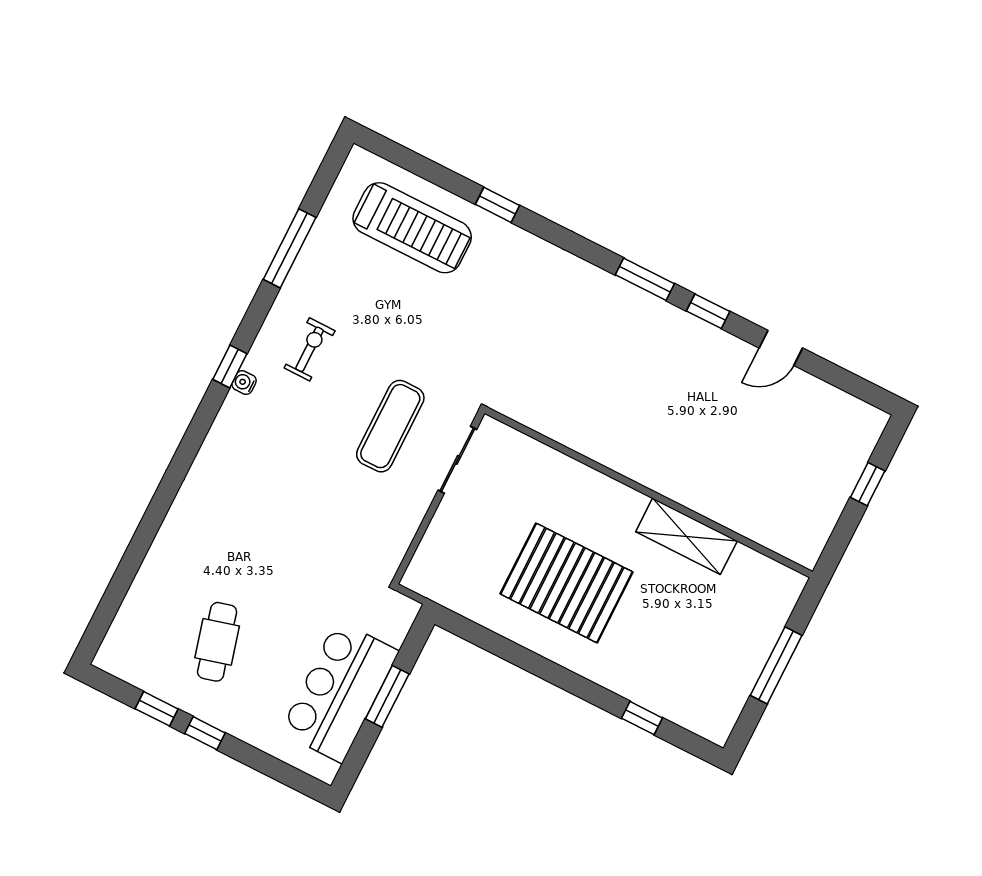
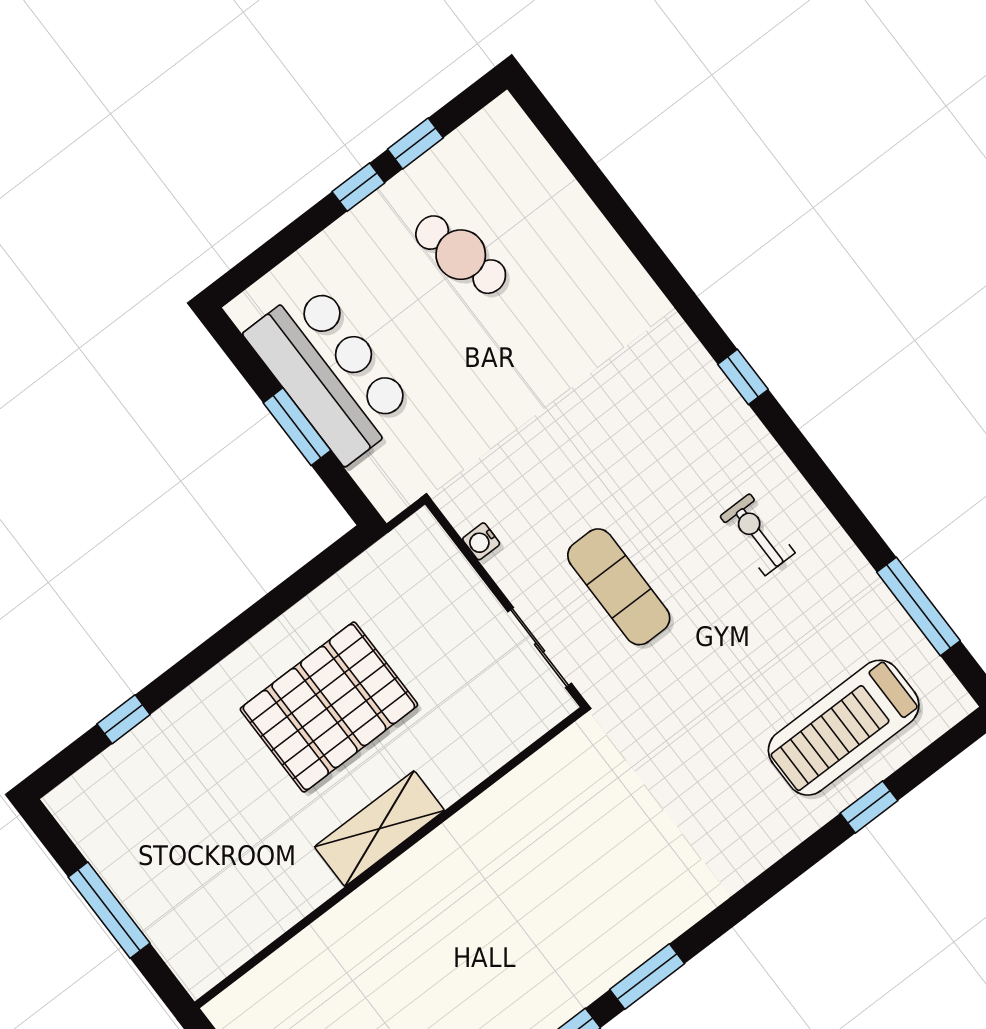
window: (498, 205) -> (869, 807), moved
window: (290, 248) -> (918, 606), moved
exercise bike: (310, 349) -> (757, 535), turned 180
window: (230, 367) -> (743, 377), moved
water cooler: (244, 383) -> (481, 541), moved, turned 180
shelving: (686, 536) -> (379, 829), moved

